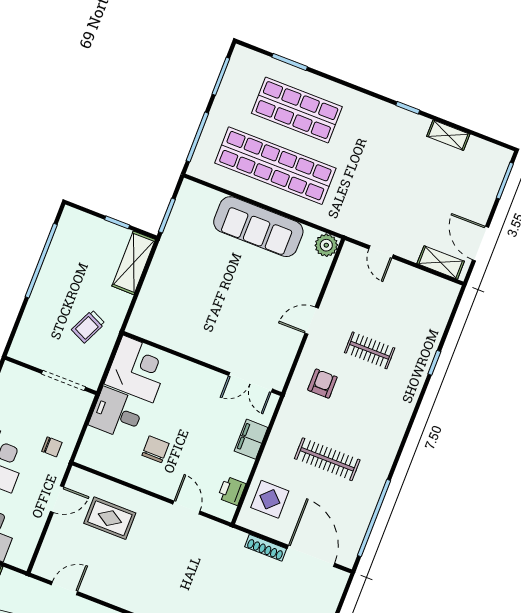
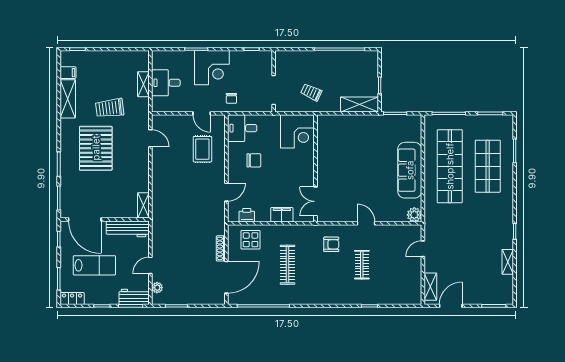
desk: (117, 414) -> (242, 128), moved, turned -90

